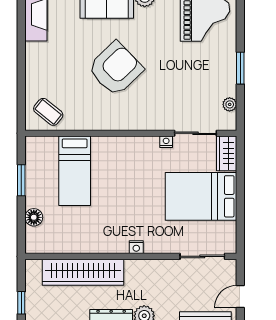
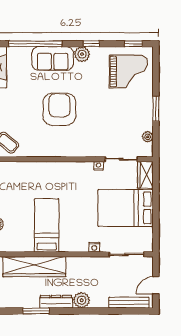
armchair: (116, 69) -> (59, 109), turned -46
bed: (75, 171) -> (47, 225), moved, turned 180
nightstand: (136, 247) -> (94, 247), moved

